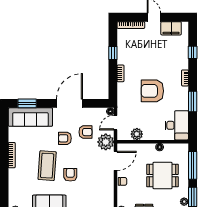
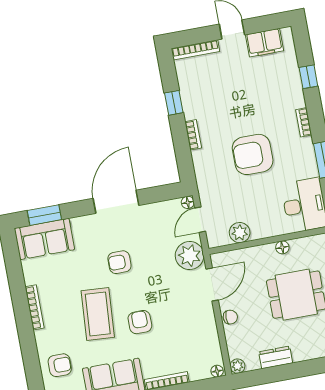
sofa: (30, 117) -> (44, 239), width x0.73
armchair: (85, 132) -> (60, 365), moved

